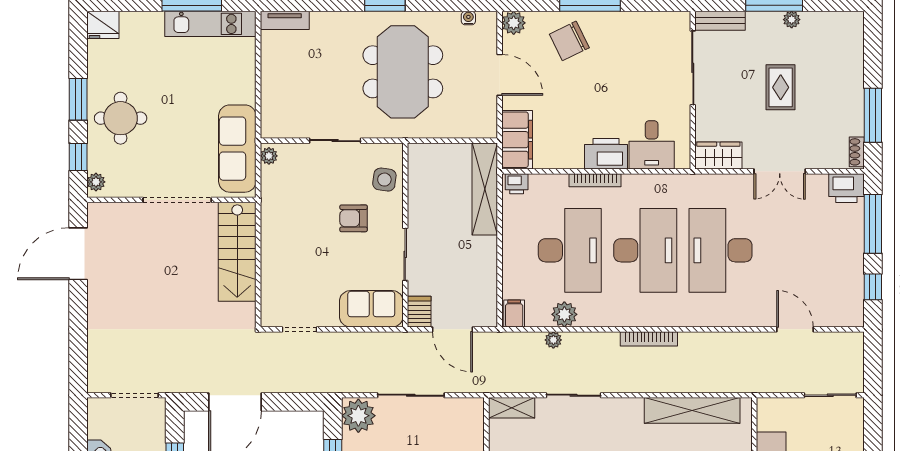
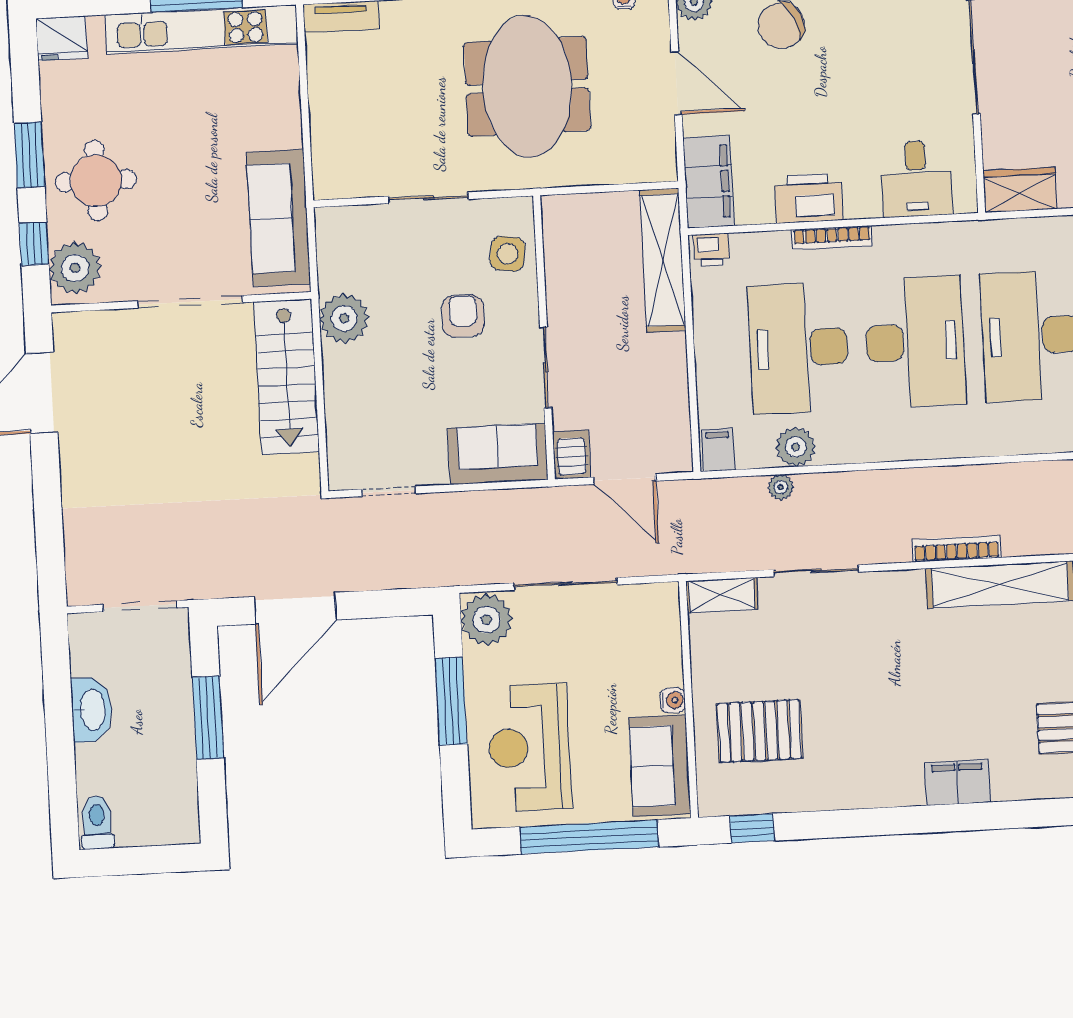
kitchen unit: (210, 24) -> (201, 29), width x1.36
printer: (606, 154) -> (808, 198), moved
plant: (269, 156) -> (344, 318), moved, width x1.88, depth x1.88
plant: (96, 182) -> (75, 268), width x1.88, depth x1.88
armchair: (354, 218) -> (463, 316), turned 90
desk: (570, 250) -> (799, 348), turned 180
bookcase: (649, 339) -> (957, 549), moved, turned 180

